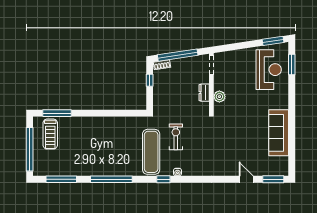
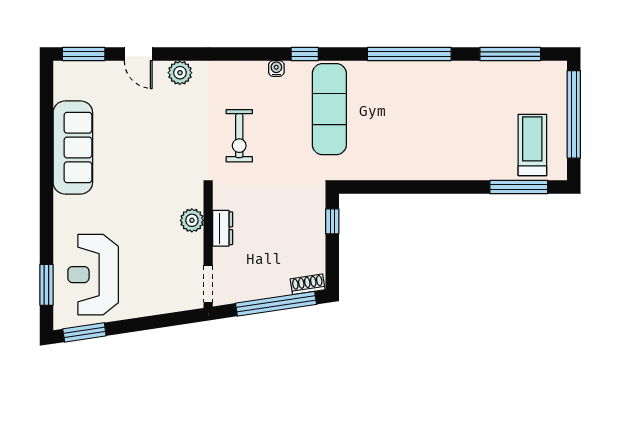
window: (150, 80) -> (332, 221), moved
exercise bike: (176, 137) -> (239, 136), moved
plant: (225, 170) -> (180, 73), added

